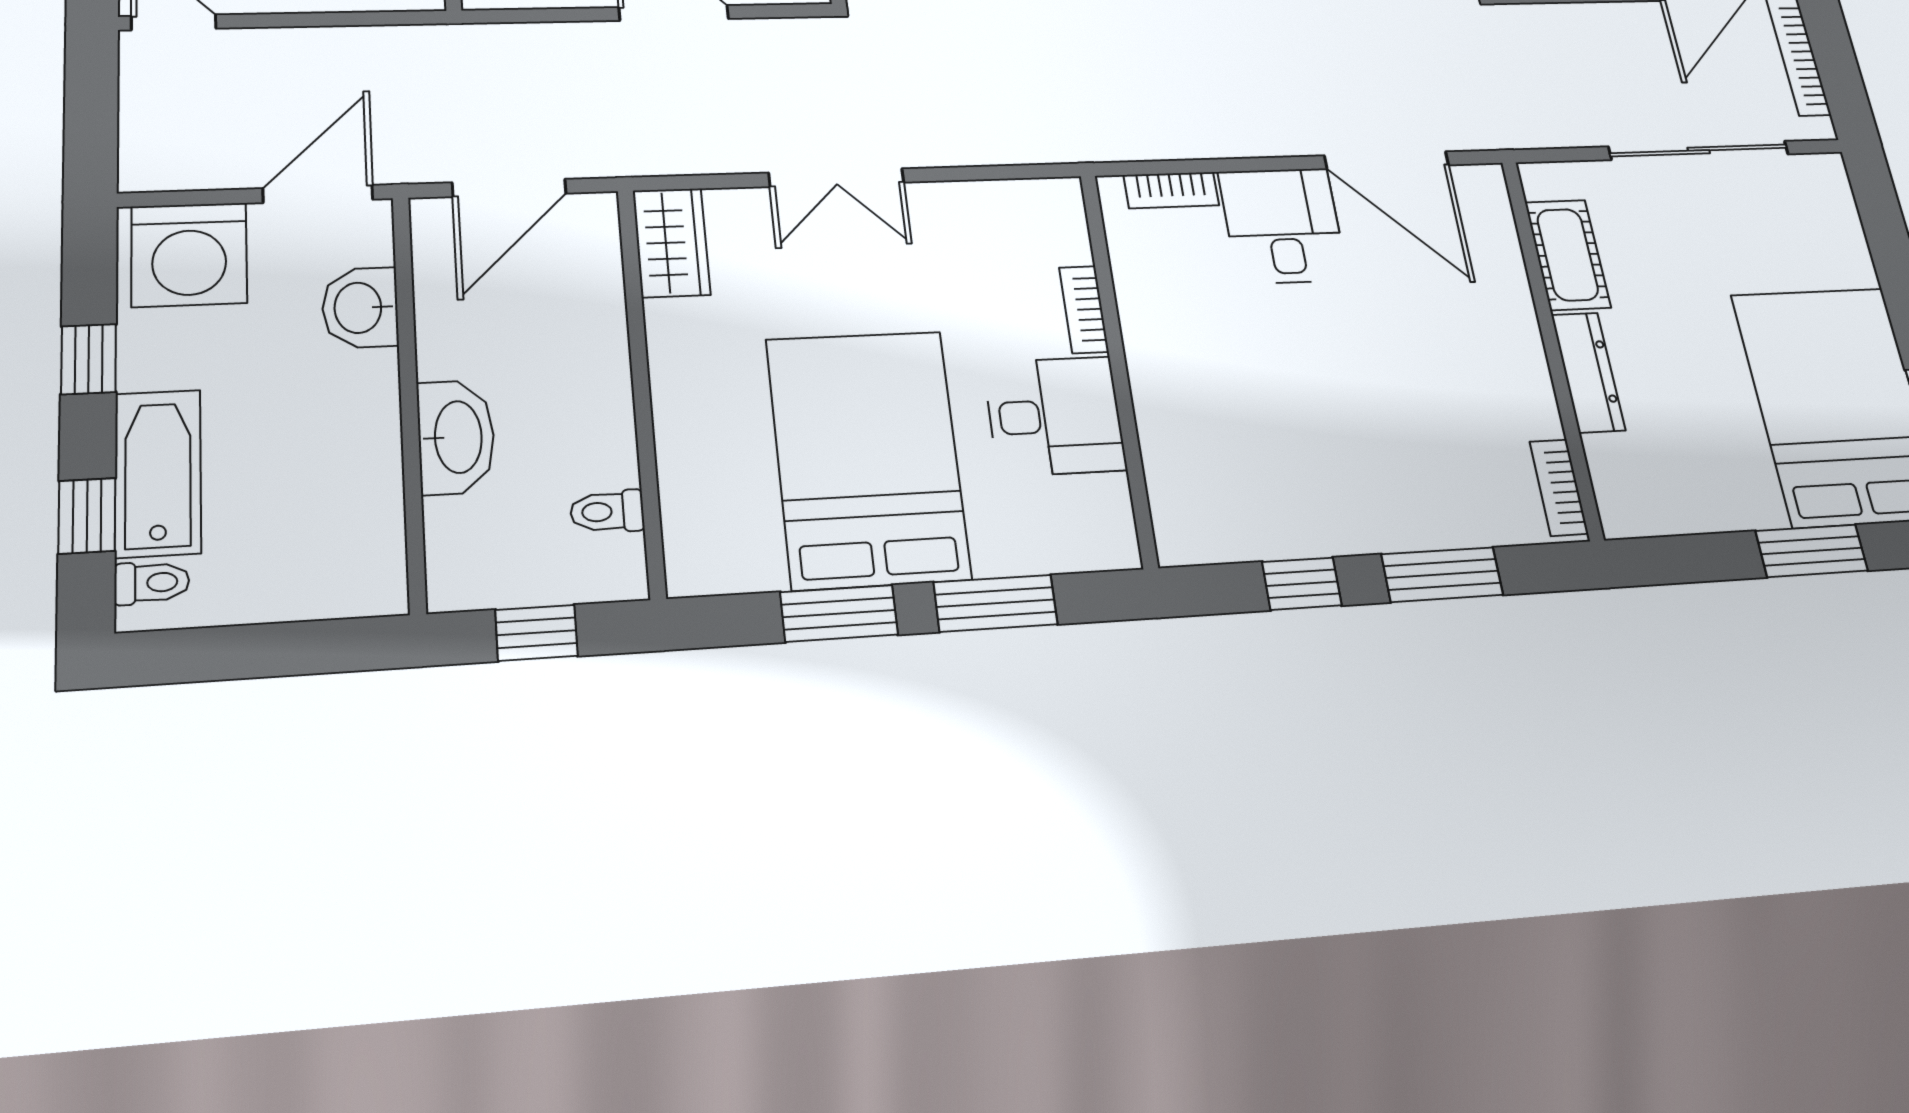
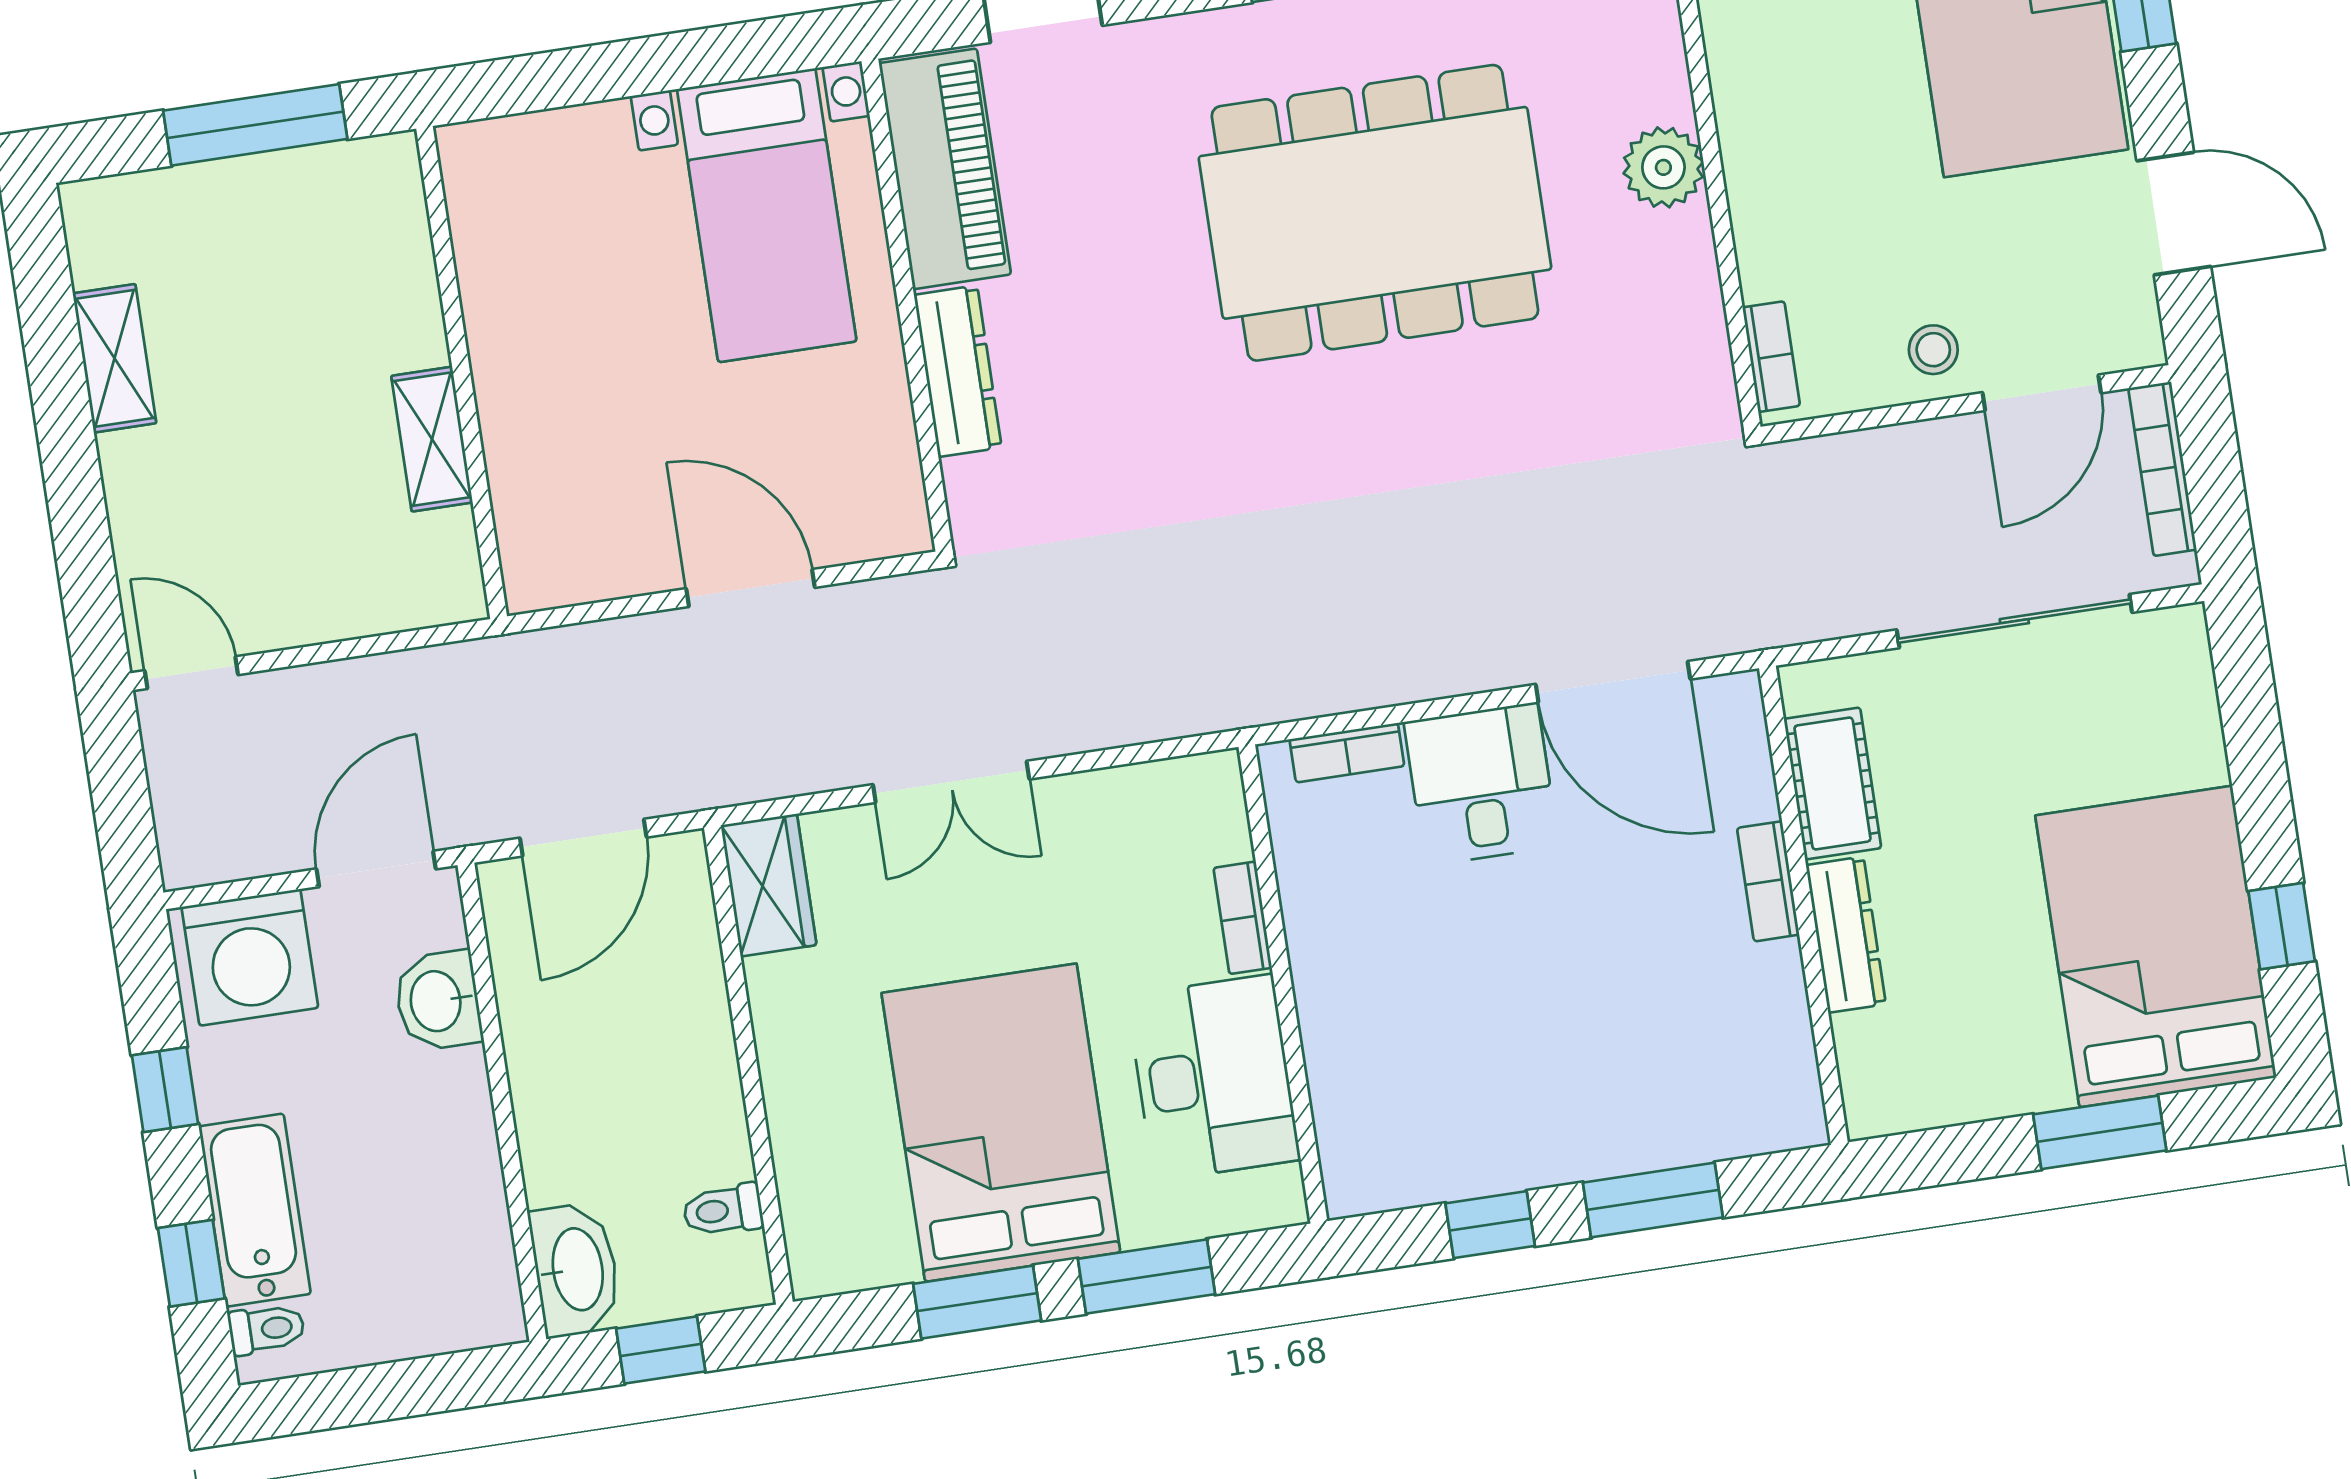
desk: (1055, 416) -> (1214, 1078), width x1.37
washbasin: (456, 437) -> (575, 1270), moved
bookcase: (1559, 488) -> (1768, 881), moved

